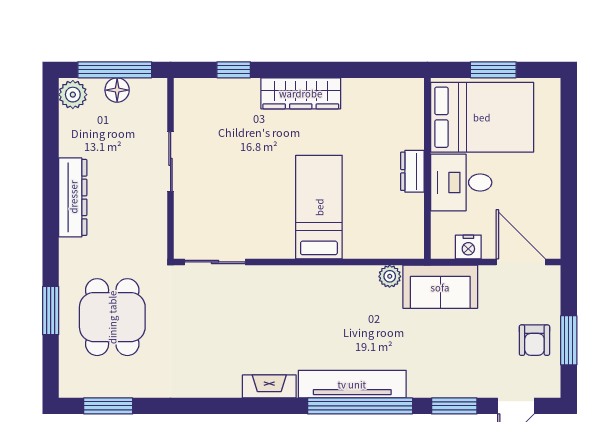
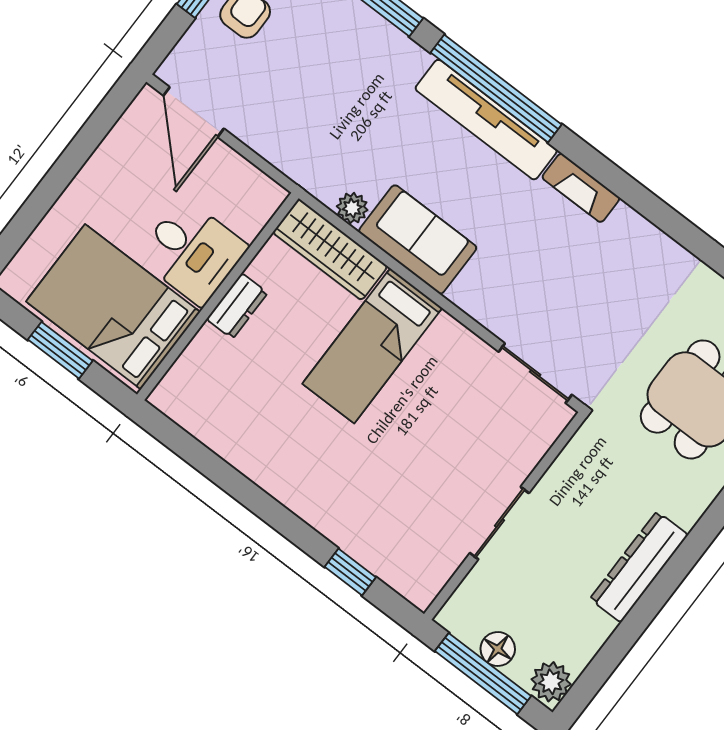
wardrobe: (301, 93) -> (330, 250), moved, turned 180
nightstand: (468, 247) -> (239, 174), removed
sofa: (440, 287) -> (418, 239), moved

